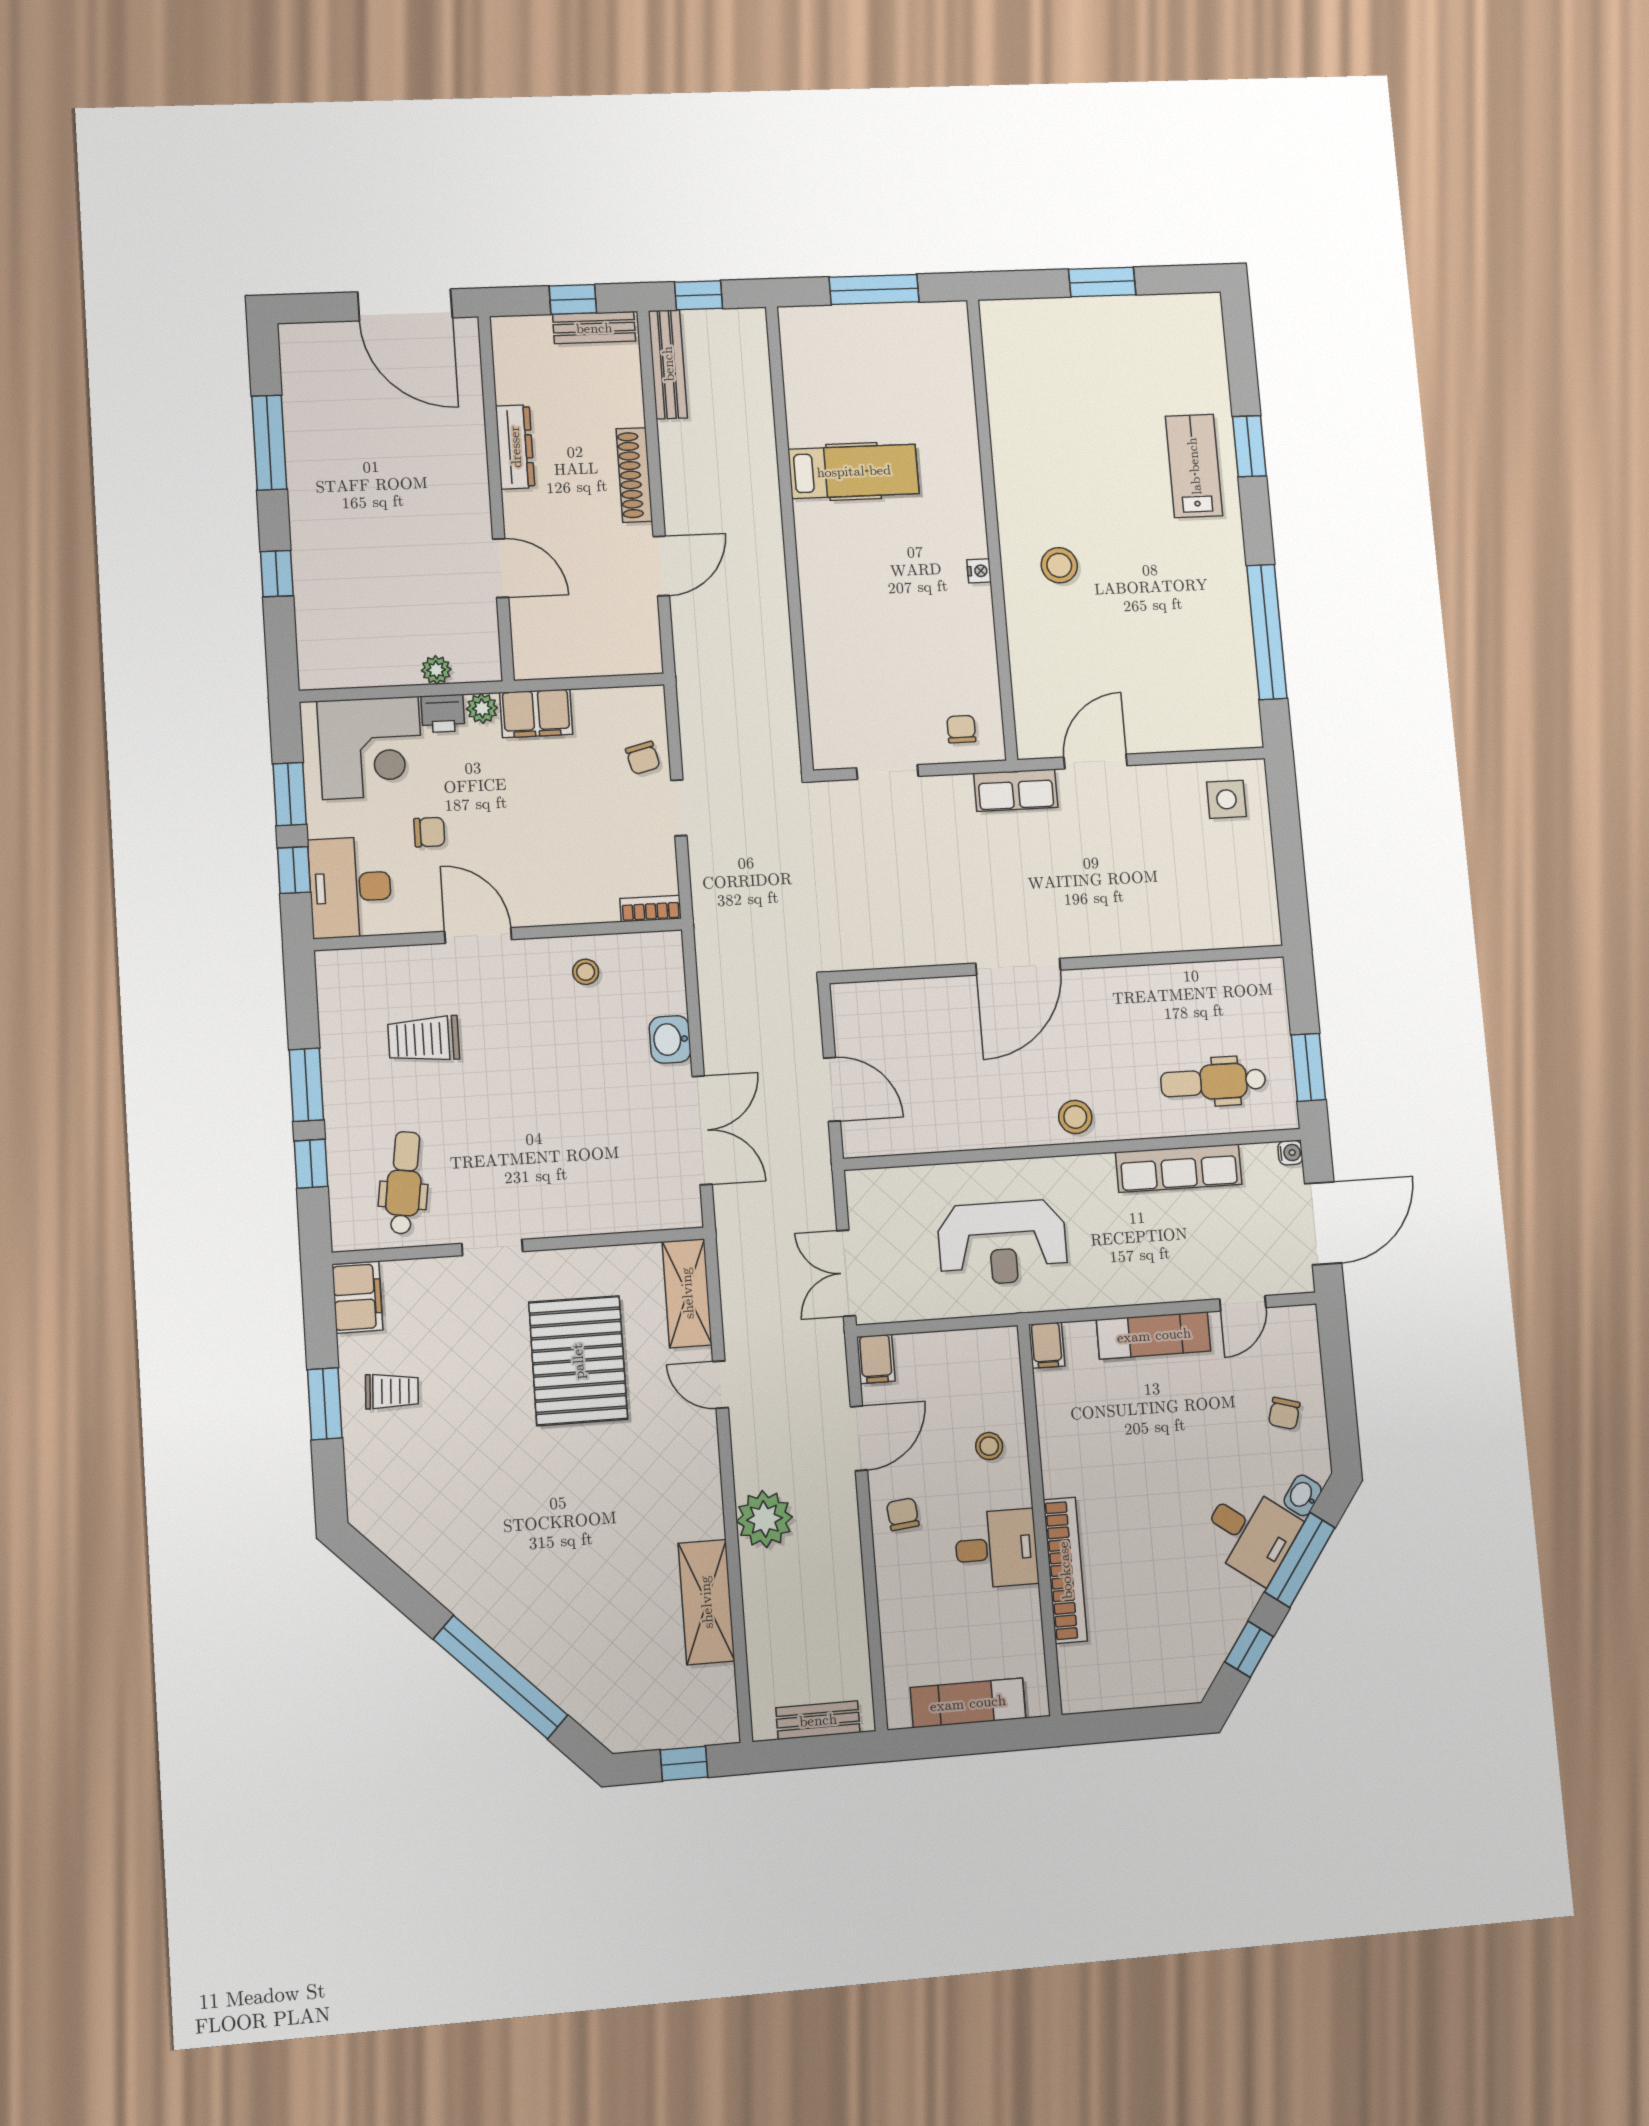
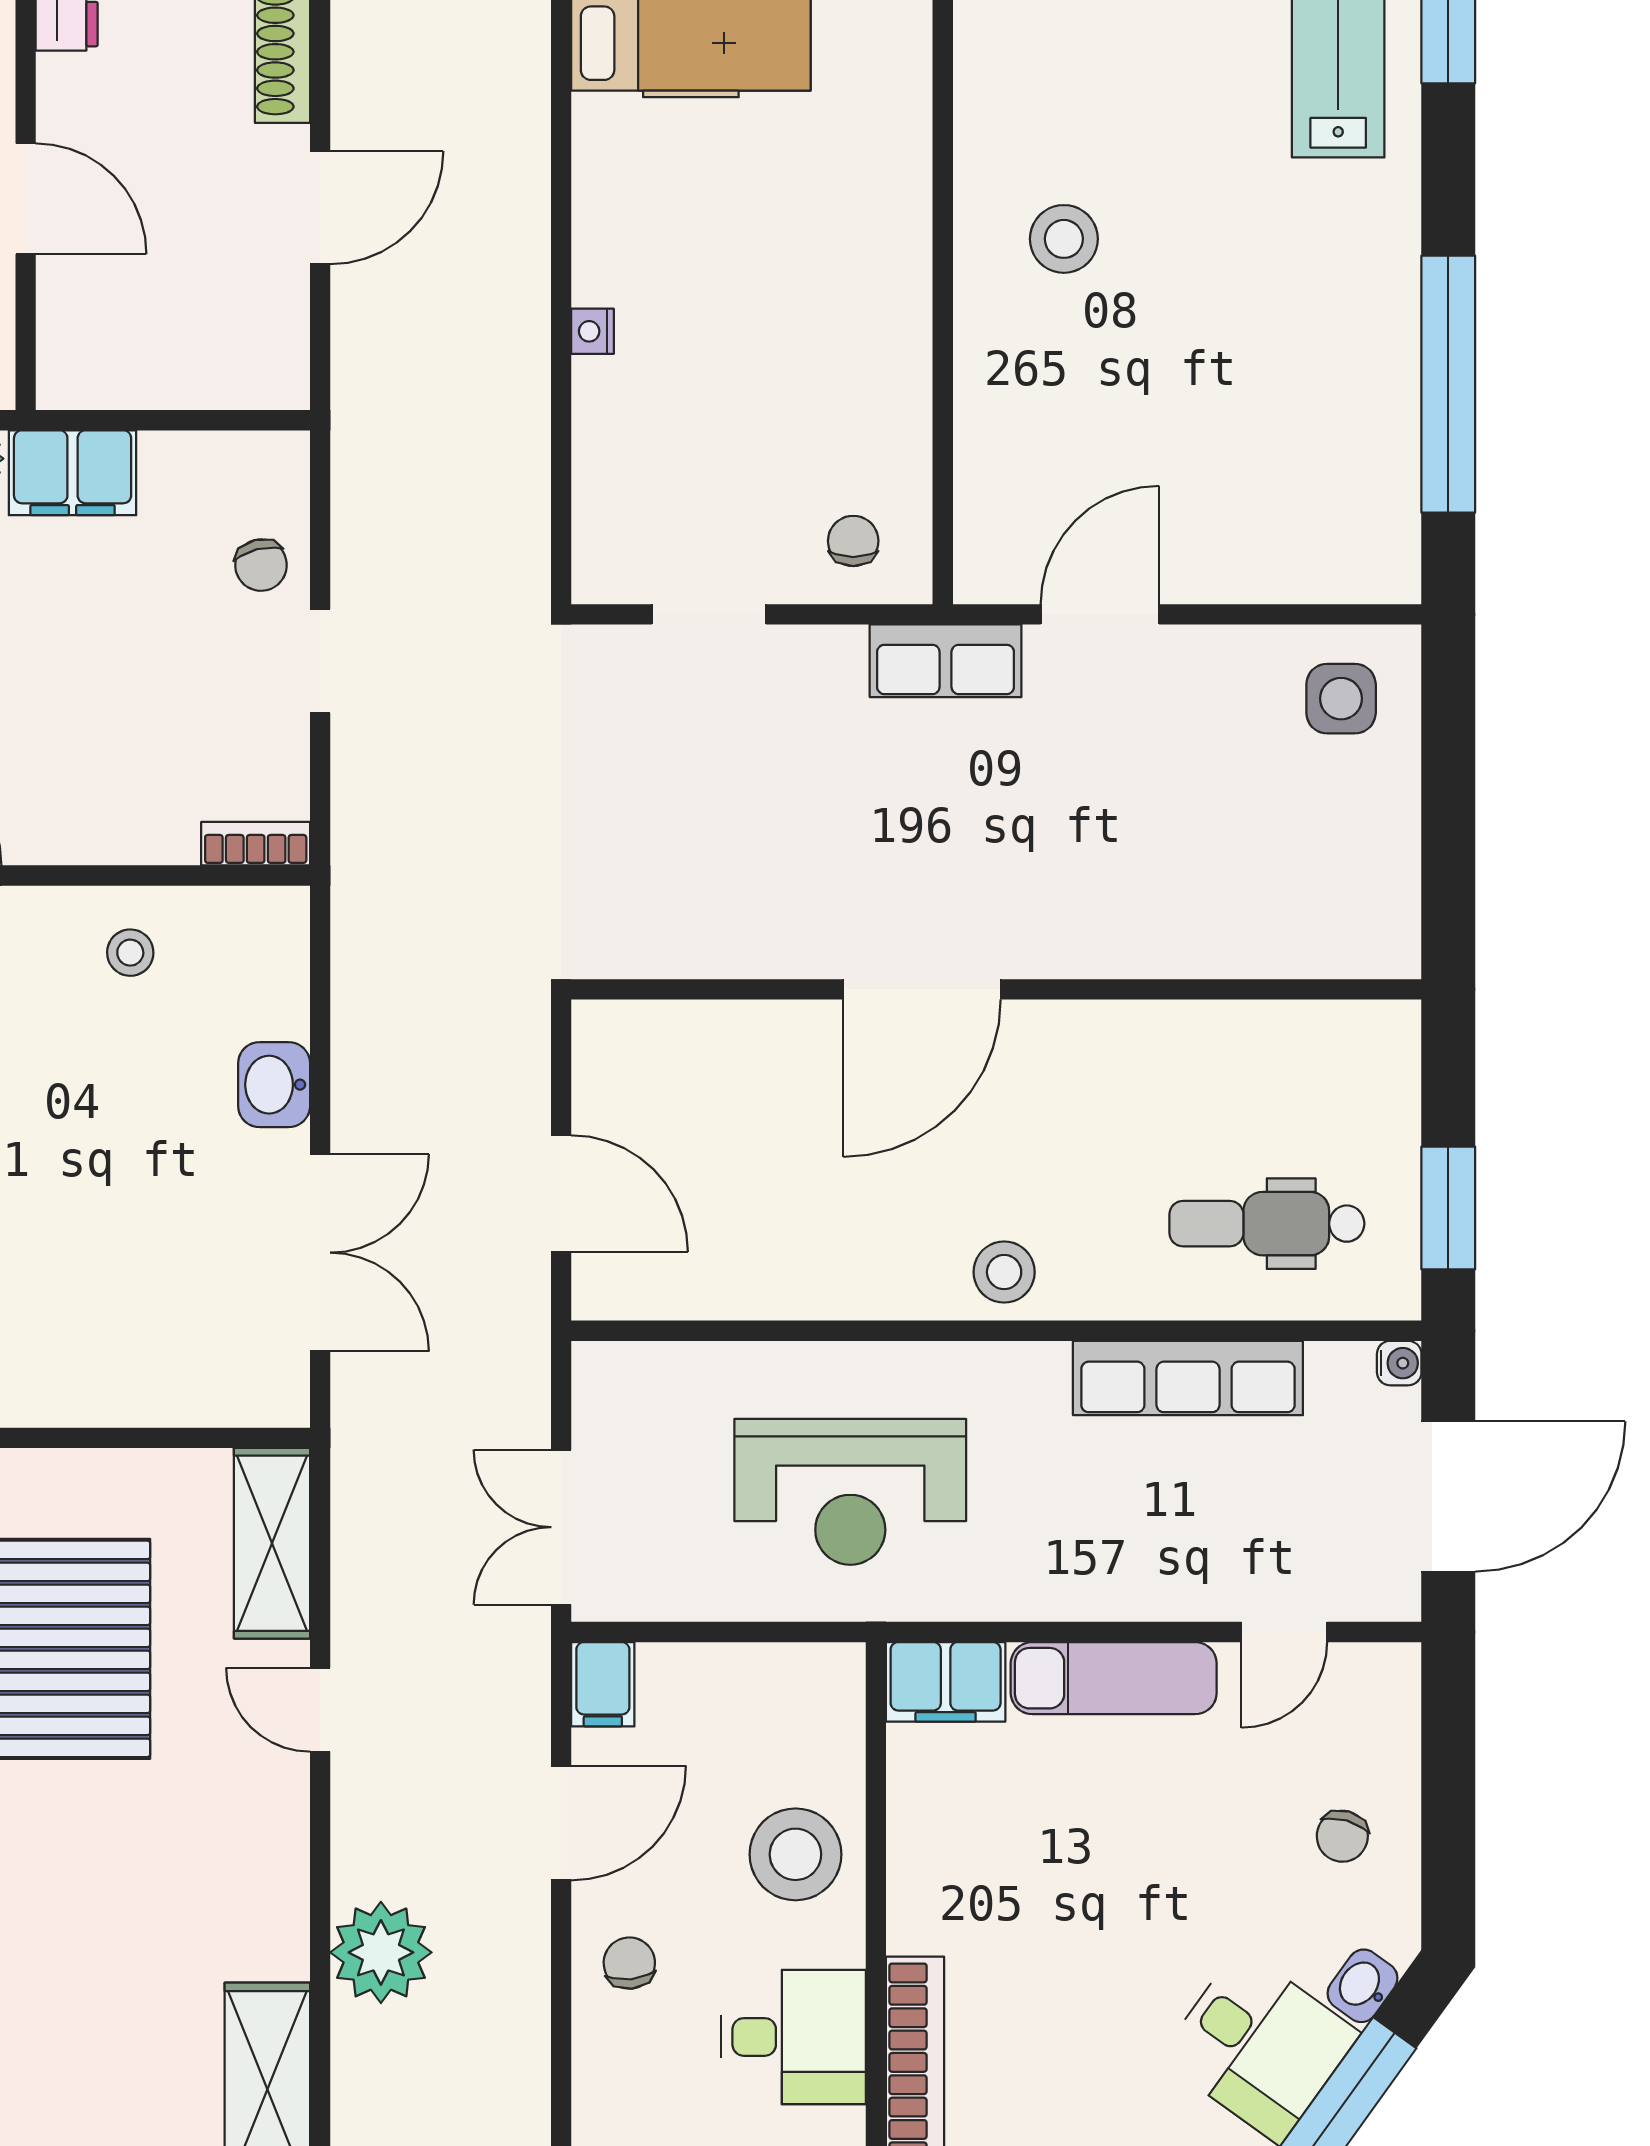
nightstand: (979, 571) -> (593, 331), moved, turned 180
filing cabinet: (1047, 1345) -> (946, 1682), width x2.00
stool: (989, 1446) -> (795, 1854), width x1.89, depth x1.89

